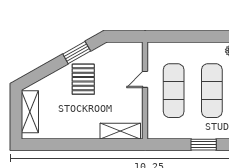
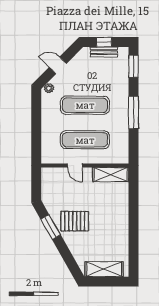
shelving: (120, 131) -> (111, 175), moved, turned 90
window: (204, 145) -> (134, 113), width x1.44

